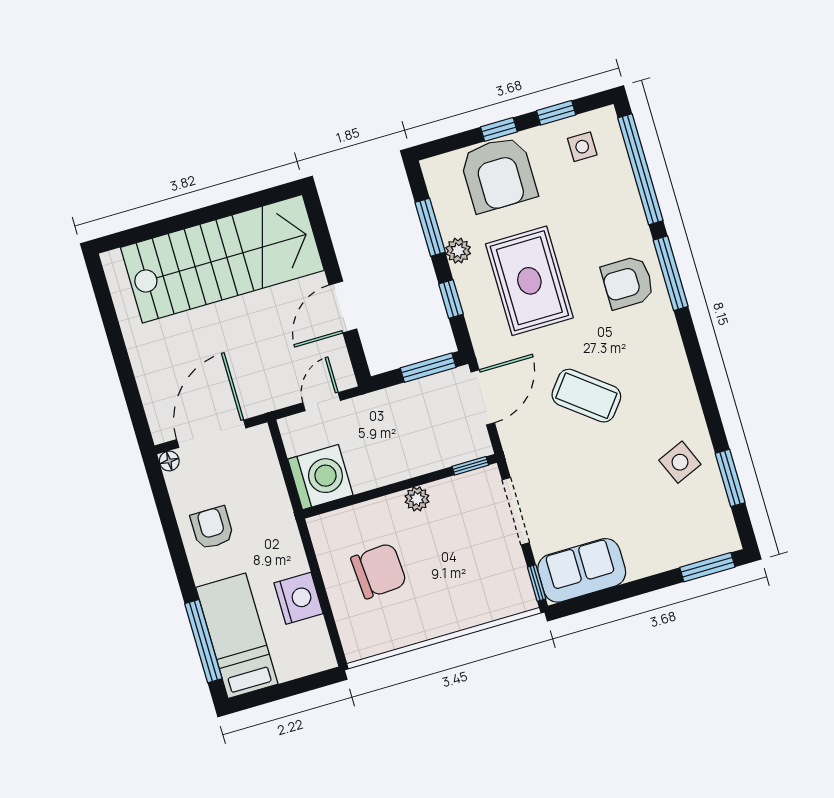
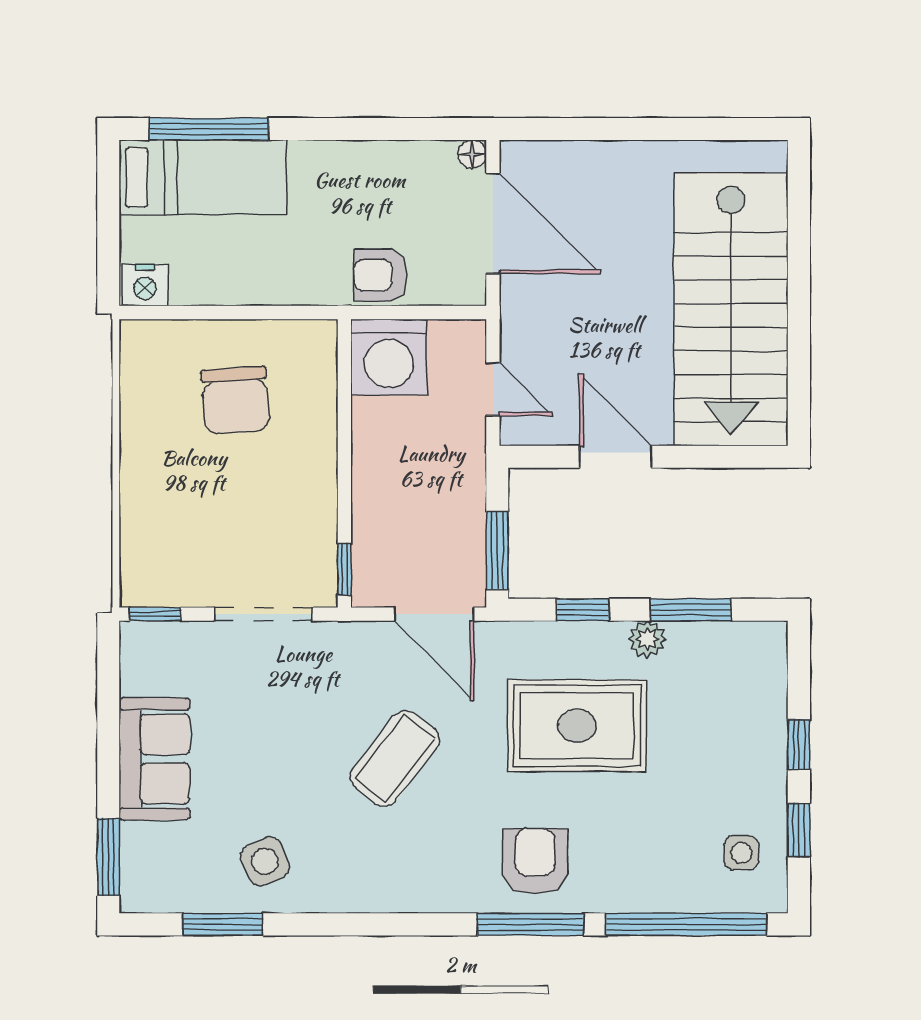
armchair: (498, 174) -> (737, 726), removed
plant: (417, 499) -> (320, 482), removed
armchair: (212, 528) -> (380, 275), moved, turned 180
sofa: (582, 570) -> (155, 759), moved
nightstand: (298, 598) -> (145, 285), moved, width x0.74, depth x0.75

